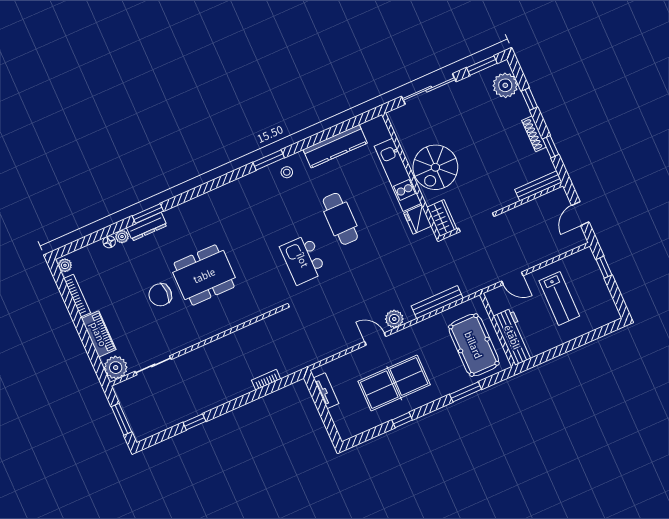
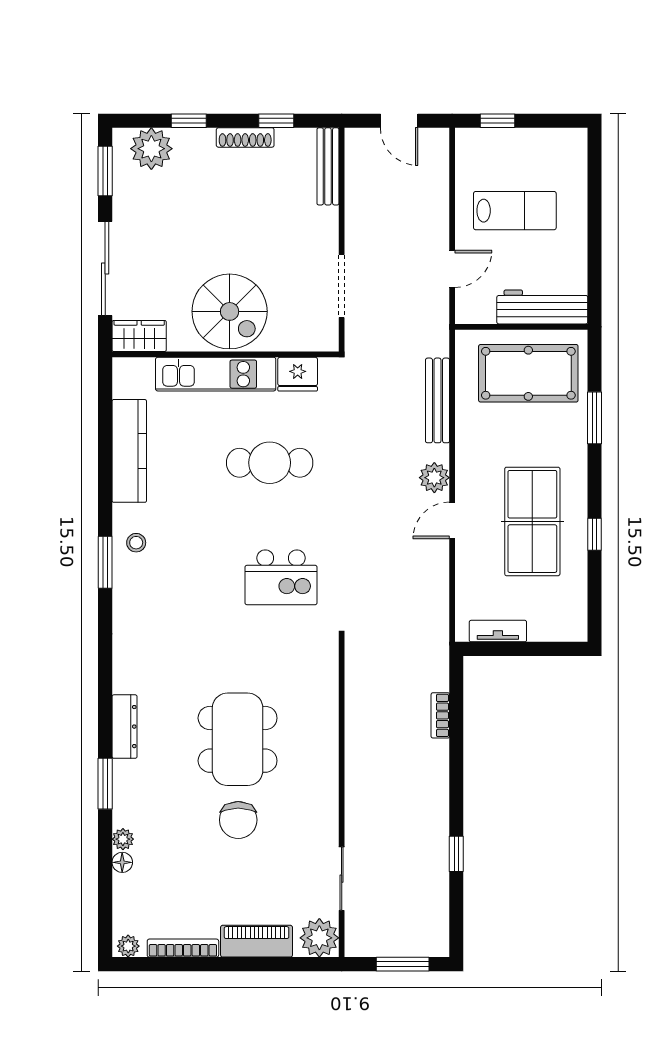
wardrobe: (442, 218) -> (139, 336), moved
cafe table: (340, 219) -> (270, 463), moved
dresser: (147, 227) -> (125, 727), moved

